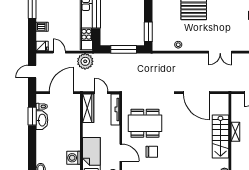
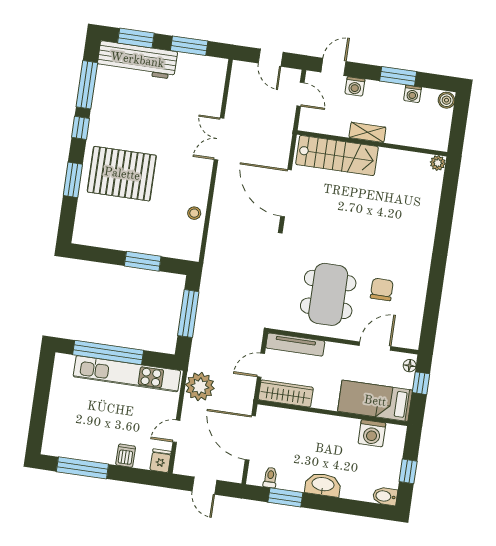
window: (148, 32) -> (143, 261), moved
double door: (220, 52) -> (219, 139), swing flipped
door: (196, 93) -> (286, 193), swing flipped
washbasin: (42, 120) -> (323, 485), moved
stairs: (220, 136) -> (337, 156), moved

